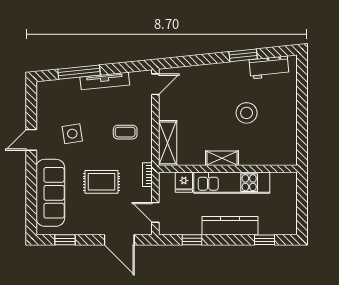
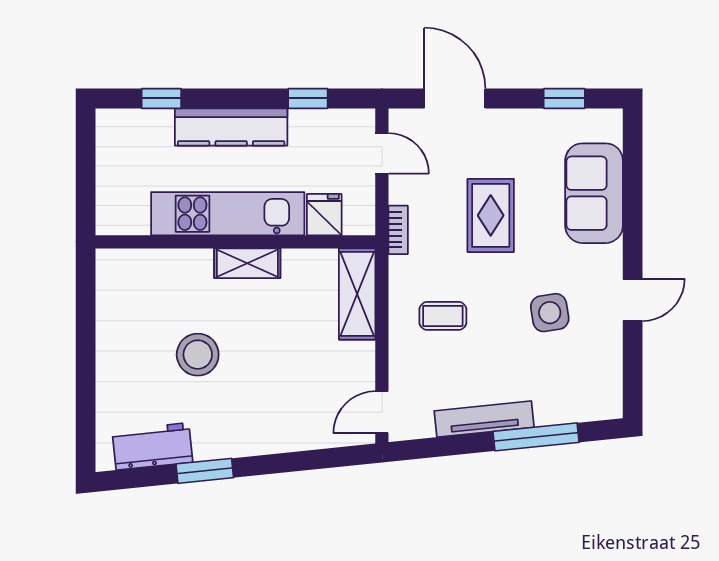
rug: (101, 182) -> (491, 215), turned 90
sofa: (50, 193) -> (594, 193), width x0.73

